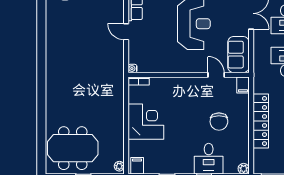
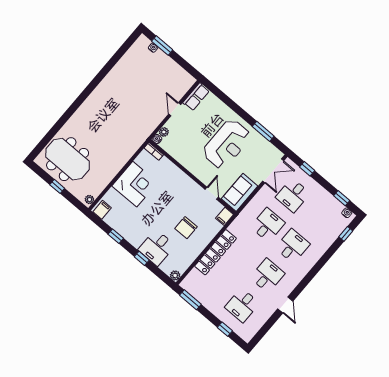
plant: (133, 58) -> (164, 132), added

